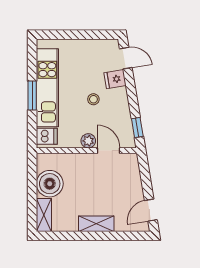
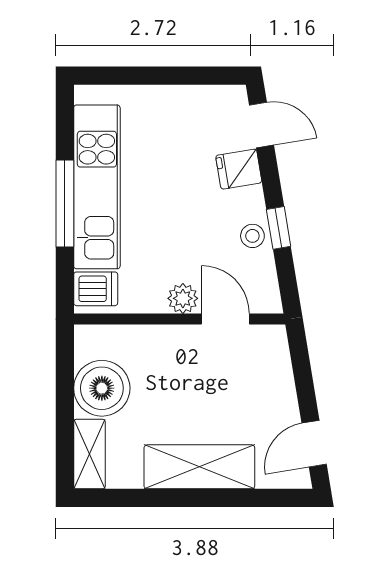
window: (32, 96) -> (65, 203), width x1.44
stool: (93, 99) -> (252, 236), moved
window: (137, 128) -> (279, 228), moved
shelving: (96, 224) -> (199, 467), width x1.50, depth x1.33

